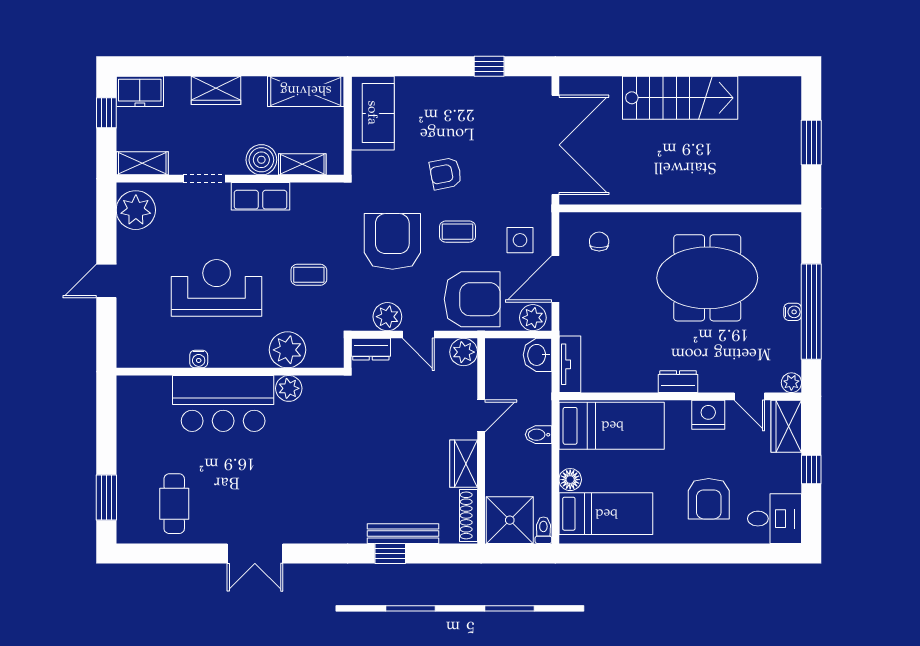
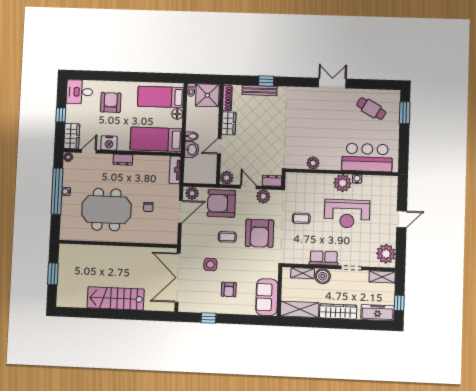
wardrobe: (216, 90) -> (338, 311), width x1.50
freezer: (140, 91) -> (378, 313), width x1.40
armchair: (446, 173) -> (229, 290), moved, turned 101
side table: (520, 240) -> (210, 265), moved
chair: (599, 242) -> (148, 207), moved
plant: (288, 350) -> (343, 183), moved
washbasin: (537, 355) -> (192, 150), moved
door: (749, 396) -> (89, 151), hinge flipped
bar counter: (223, 403) -> (367, 158), moved
cafe table: (174, 504) -> (371, 109), turned -61

